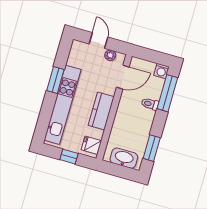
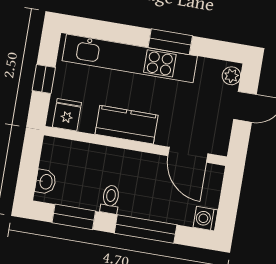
plant: (110, 55) -> (231, 76), moved
window: (167, 93) -> (146, 229), moved
toilet: (150, 104) -> (110, 199), moved
washbasin: (124, 158) -> (46, 182), width x0.52, depth x0.69

